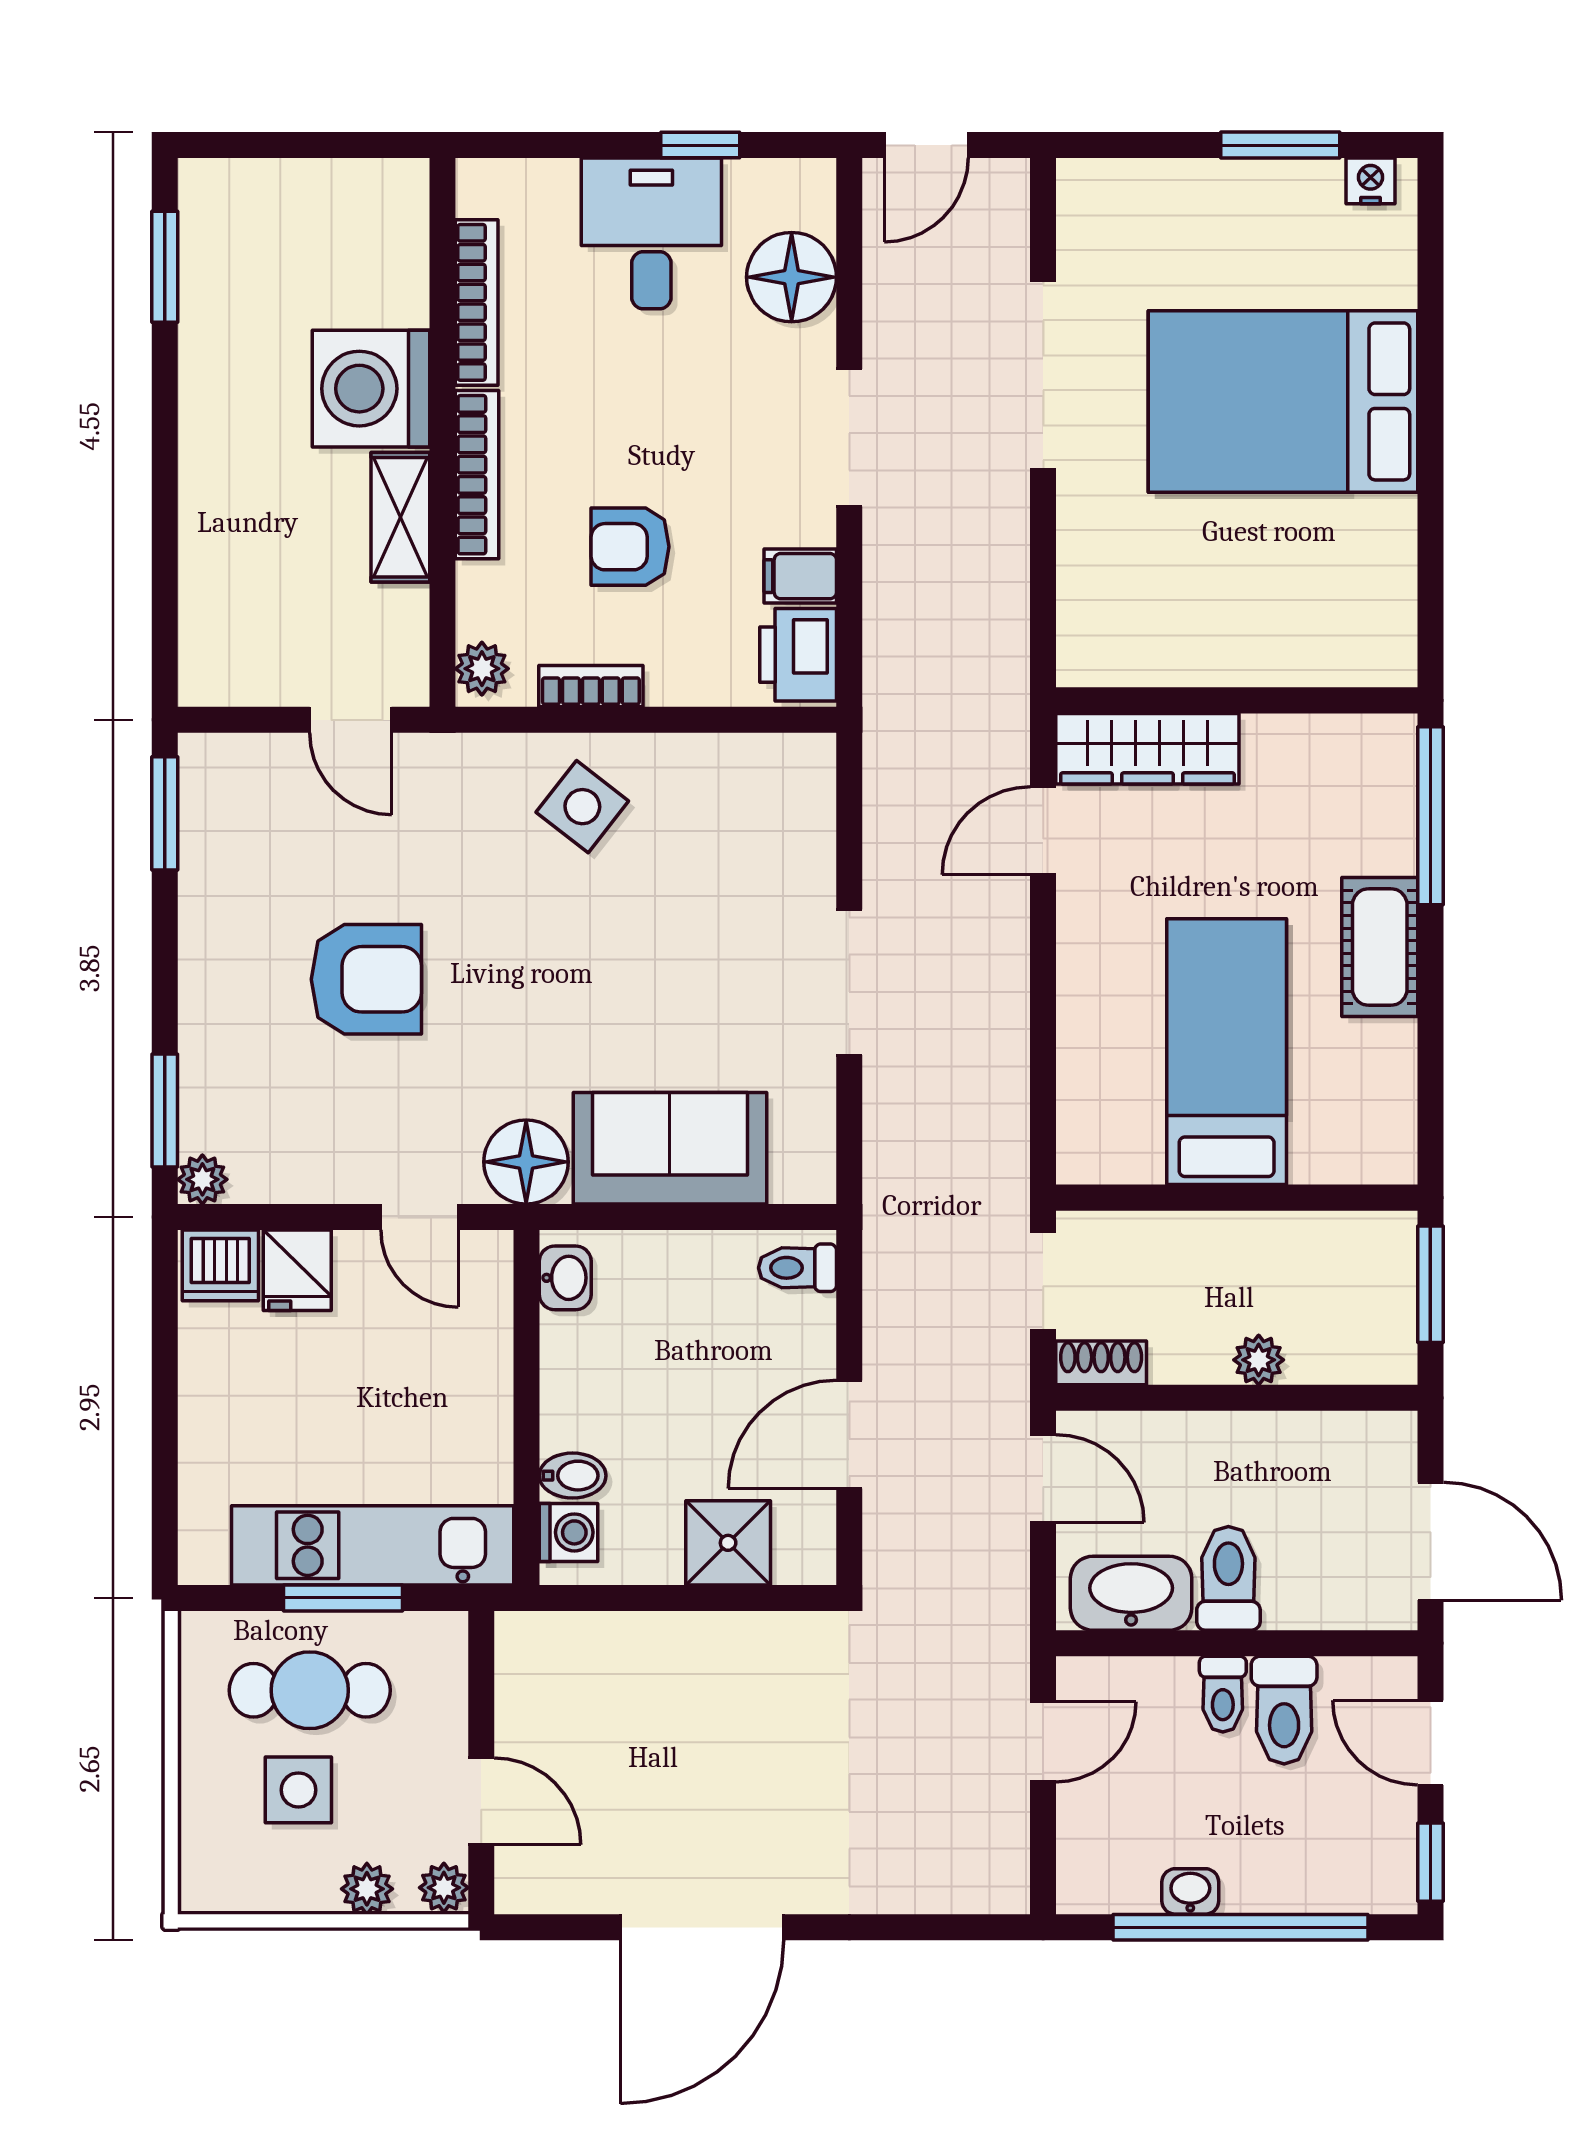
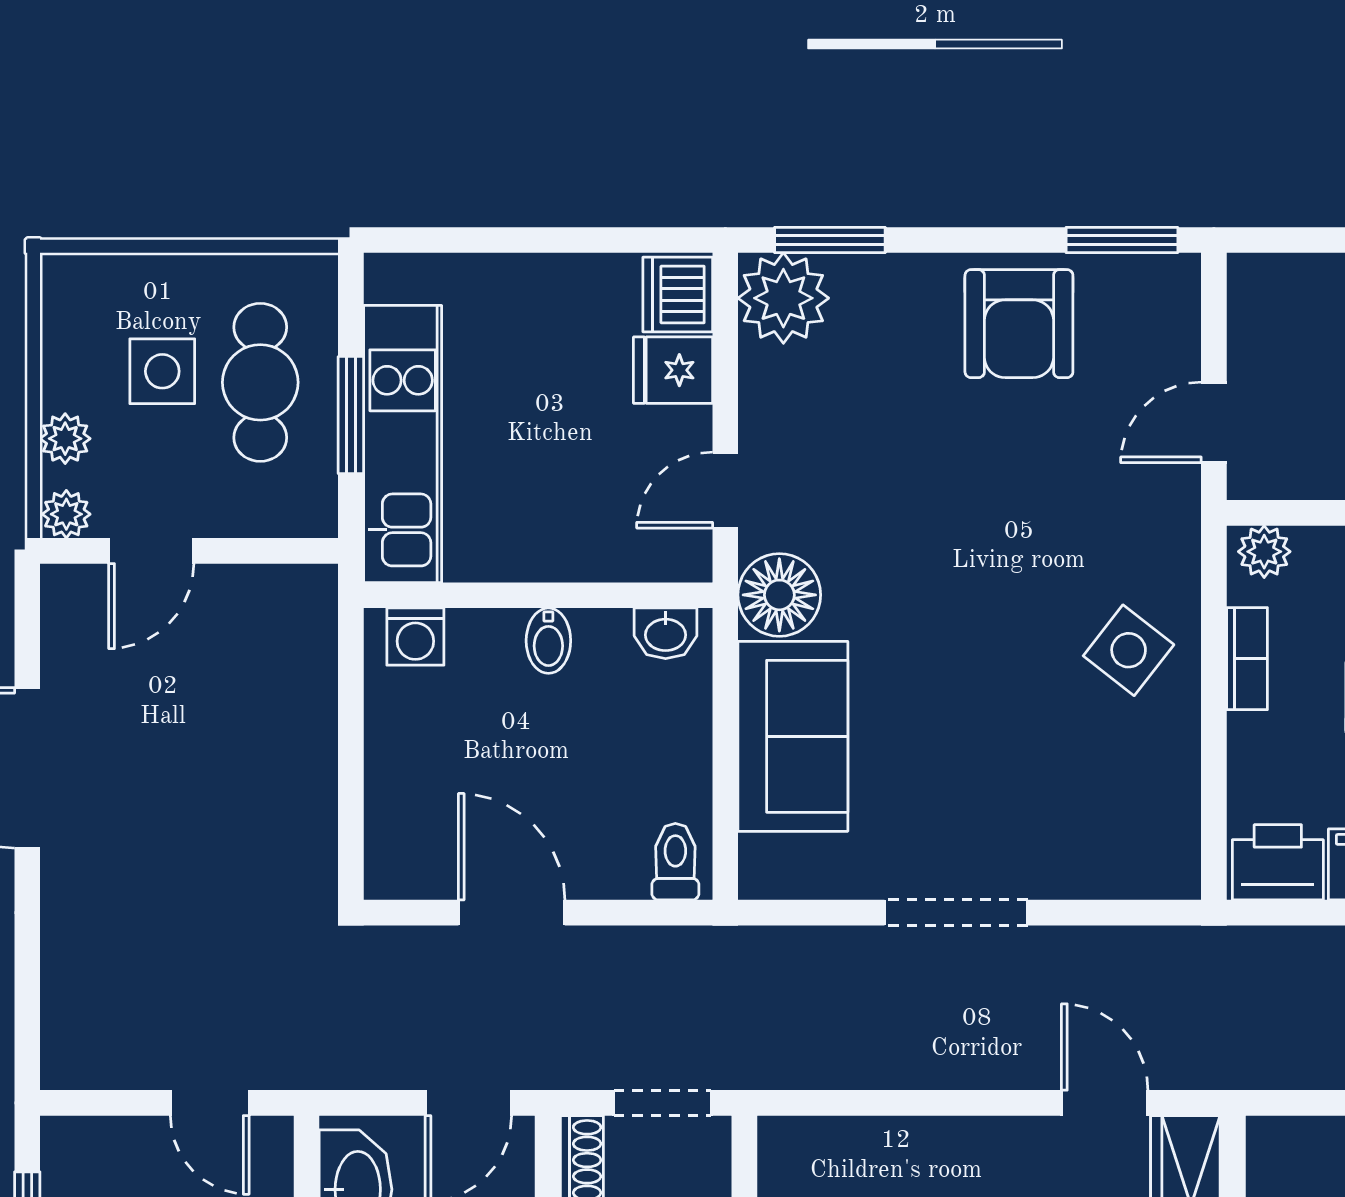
armchair: (366, 979) -> (1019, 324), moved
plant: (202, 1179) -> (783, 298), width x1.88, depth x1.88
bidet: (573, 1476) -> (548, 641), moved
shower: (728, 1543) -> (405, 793), removed

